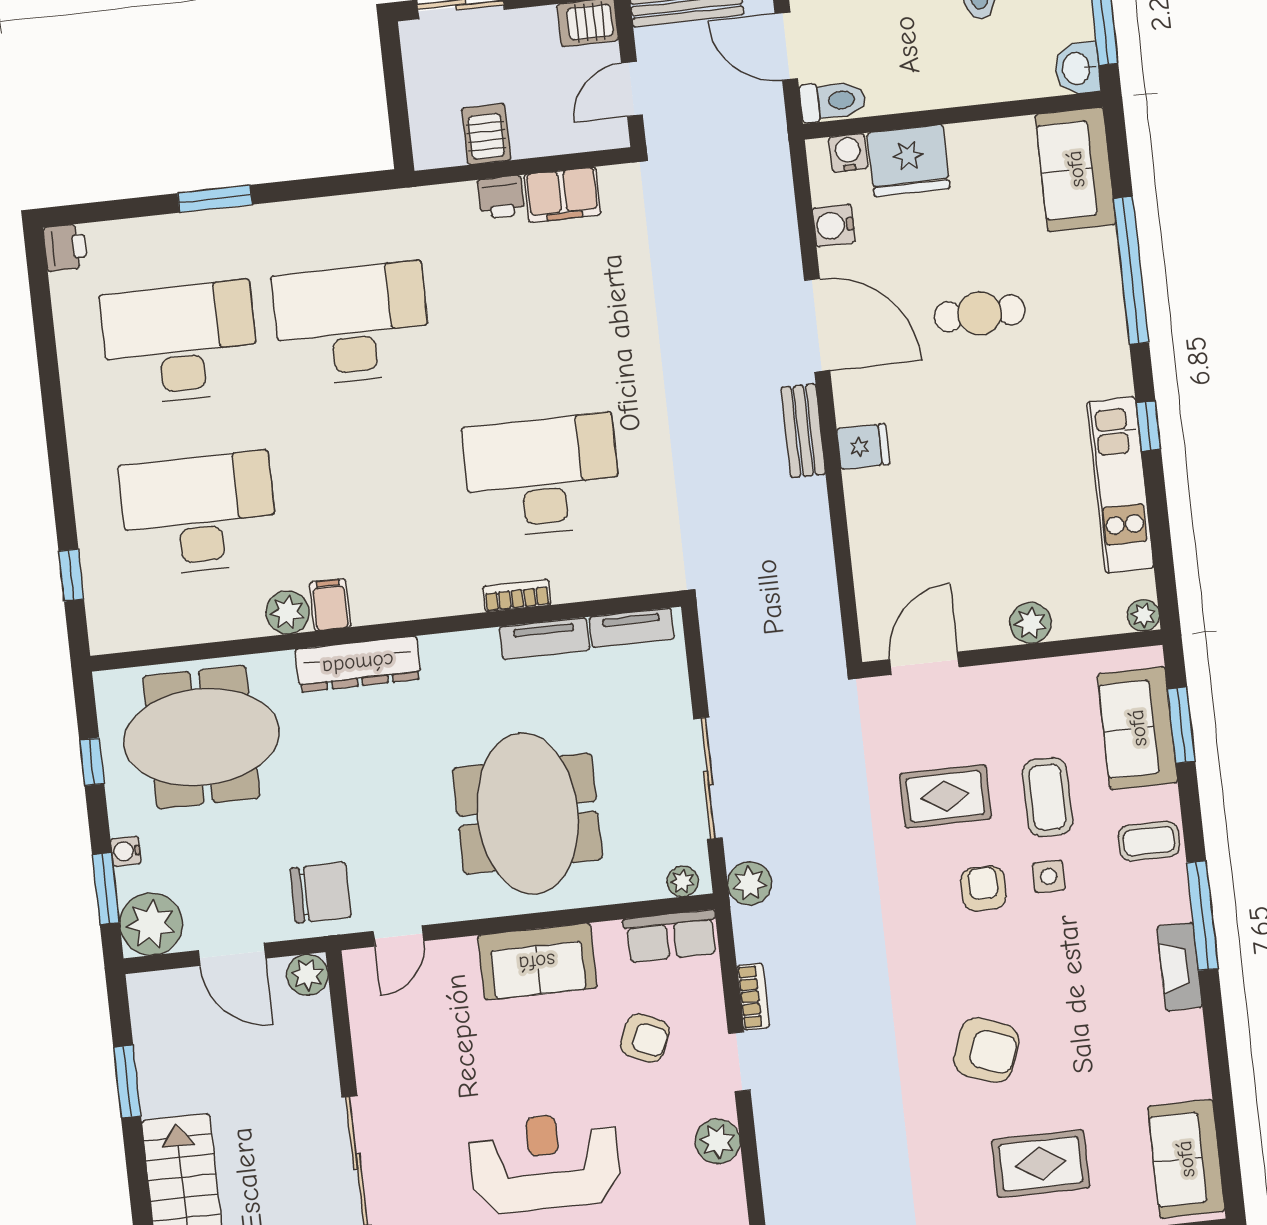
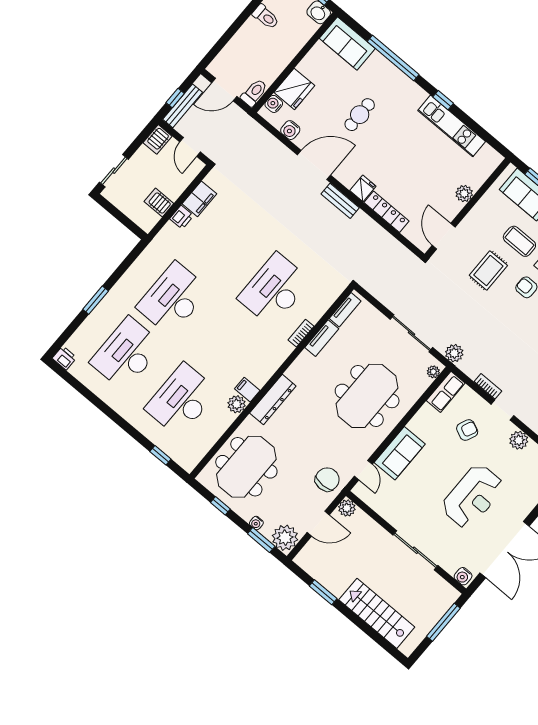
locker: (866, 526) -> (387, 212), added
plant: (1143, 615) -> (496, 159), removed
meeting table: (528, 814) -> (367, 396), turned 90
sofa: (537, 962) -> (400, 453), moved
reception desk: (545, 1162) -> (473, 496), turned 180

